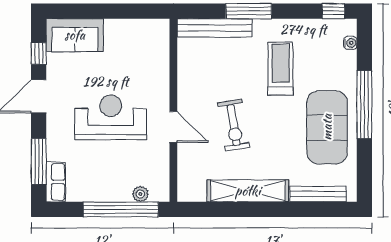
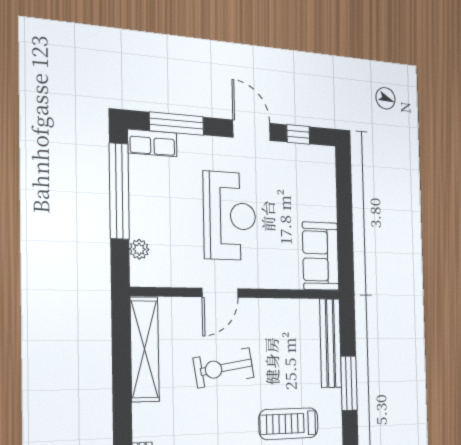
sofa: (75, 35) -> (321, 256), moved
treadmill: (281, 69) -> (289, 424), turned 180
shelving: (248, 191) -> (145, 349), moved
window: (121, 209) -> (119, 191), moved

